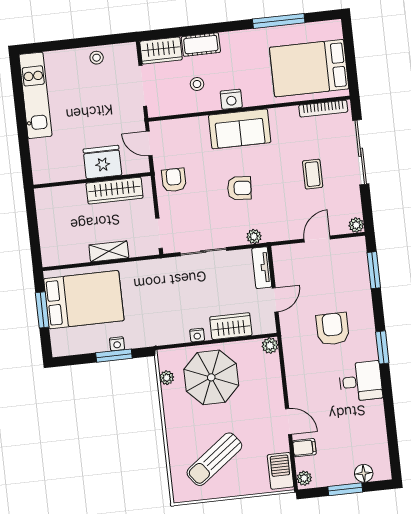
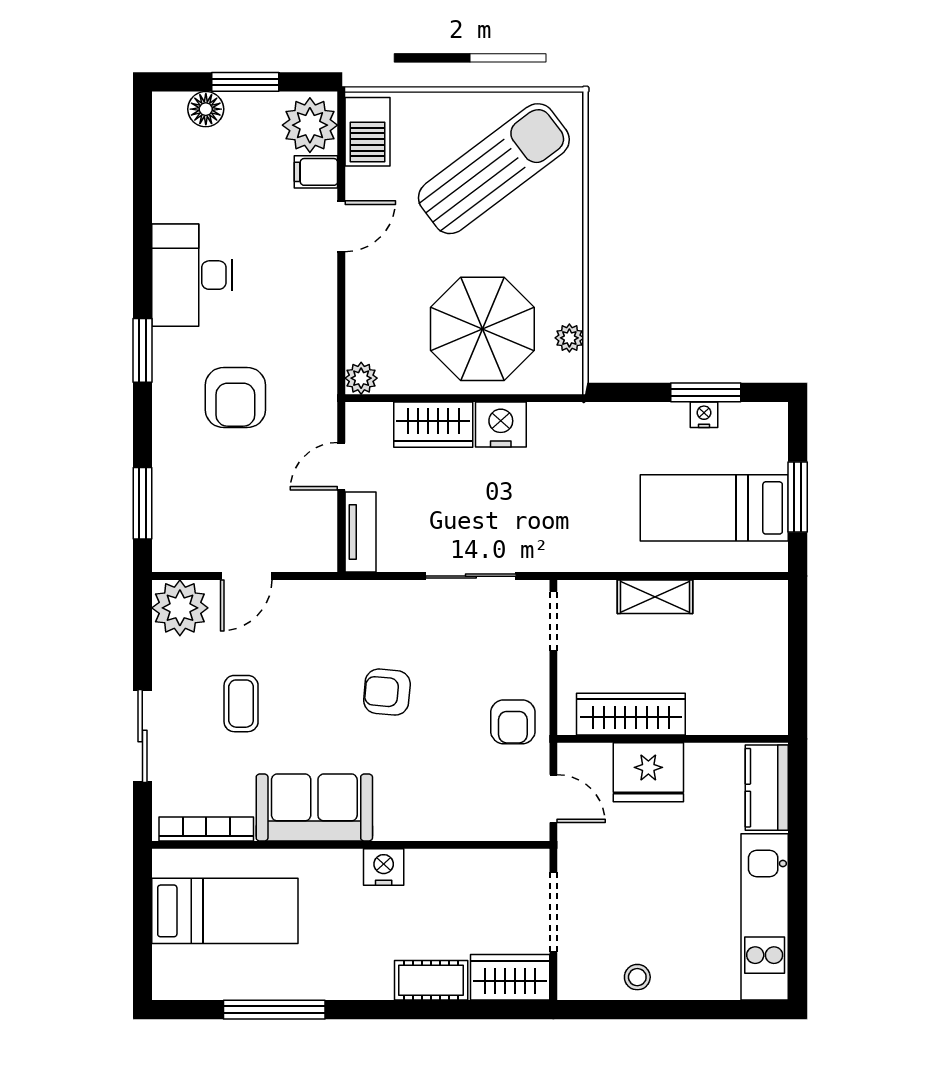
bed: (309, 68) -> (225, 911), width x0.67
stool: (197, 84) -> (447, 904), removed
sofa: (240, 129) -> (314, 807), moved
sliding door: (361, 152) -> (142, 736), width x0.73
kitchen counter: (42, 161) -> (767, 788), added
plant: (356, 225) -> (180, 608), width x1.87, depth x1.87
plant: (254, 236) -> (369, 594), removed
bed: (84, 300) -> (714, 508), width x0.67
nightstand: (197, 335) -> (501, 424), width x1.89, depth x1.79
nightstand: (117, 344) -> (704, 415), moved
window: (114, 356) -> (706, 392), moved
desk: (361, 381) -> (192, 275), width x1.37
door: (289, 421) -> (341, 226), swing flipped
sun lounger: (214, 459) -> (494, 169), width x1.36, depth x1.34
plant: (304, 478) -> (310, 125), width x1.88, depth x1.88

